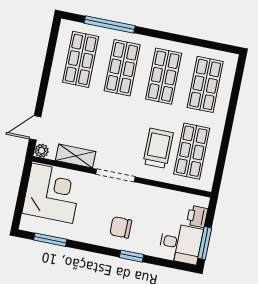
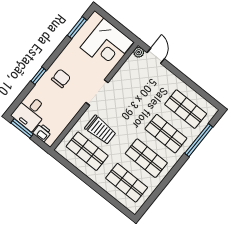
shelving: (76, 156) -> (124, 73), removed

